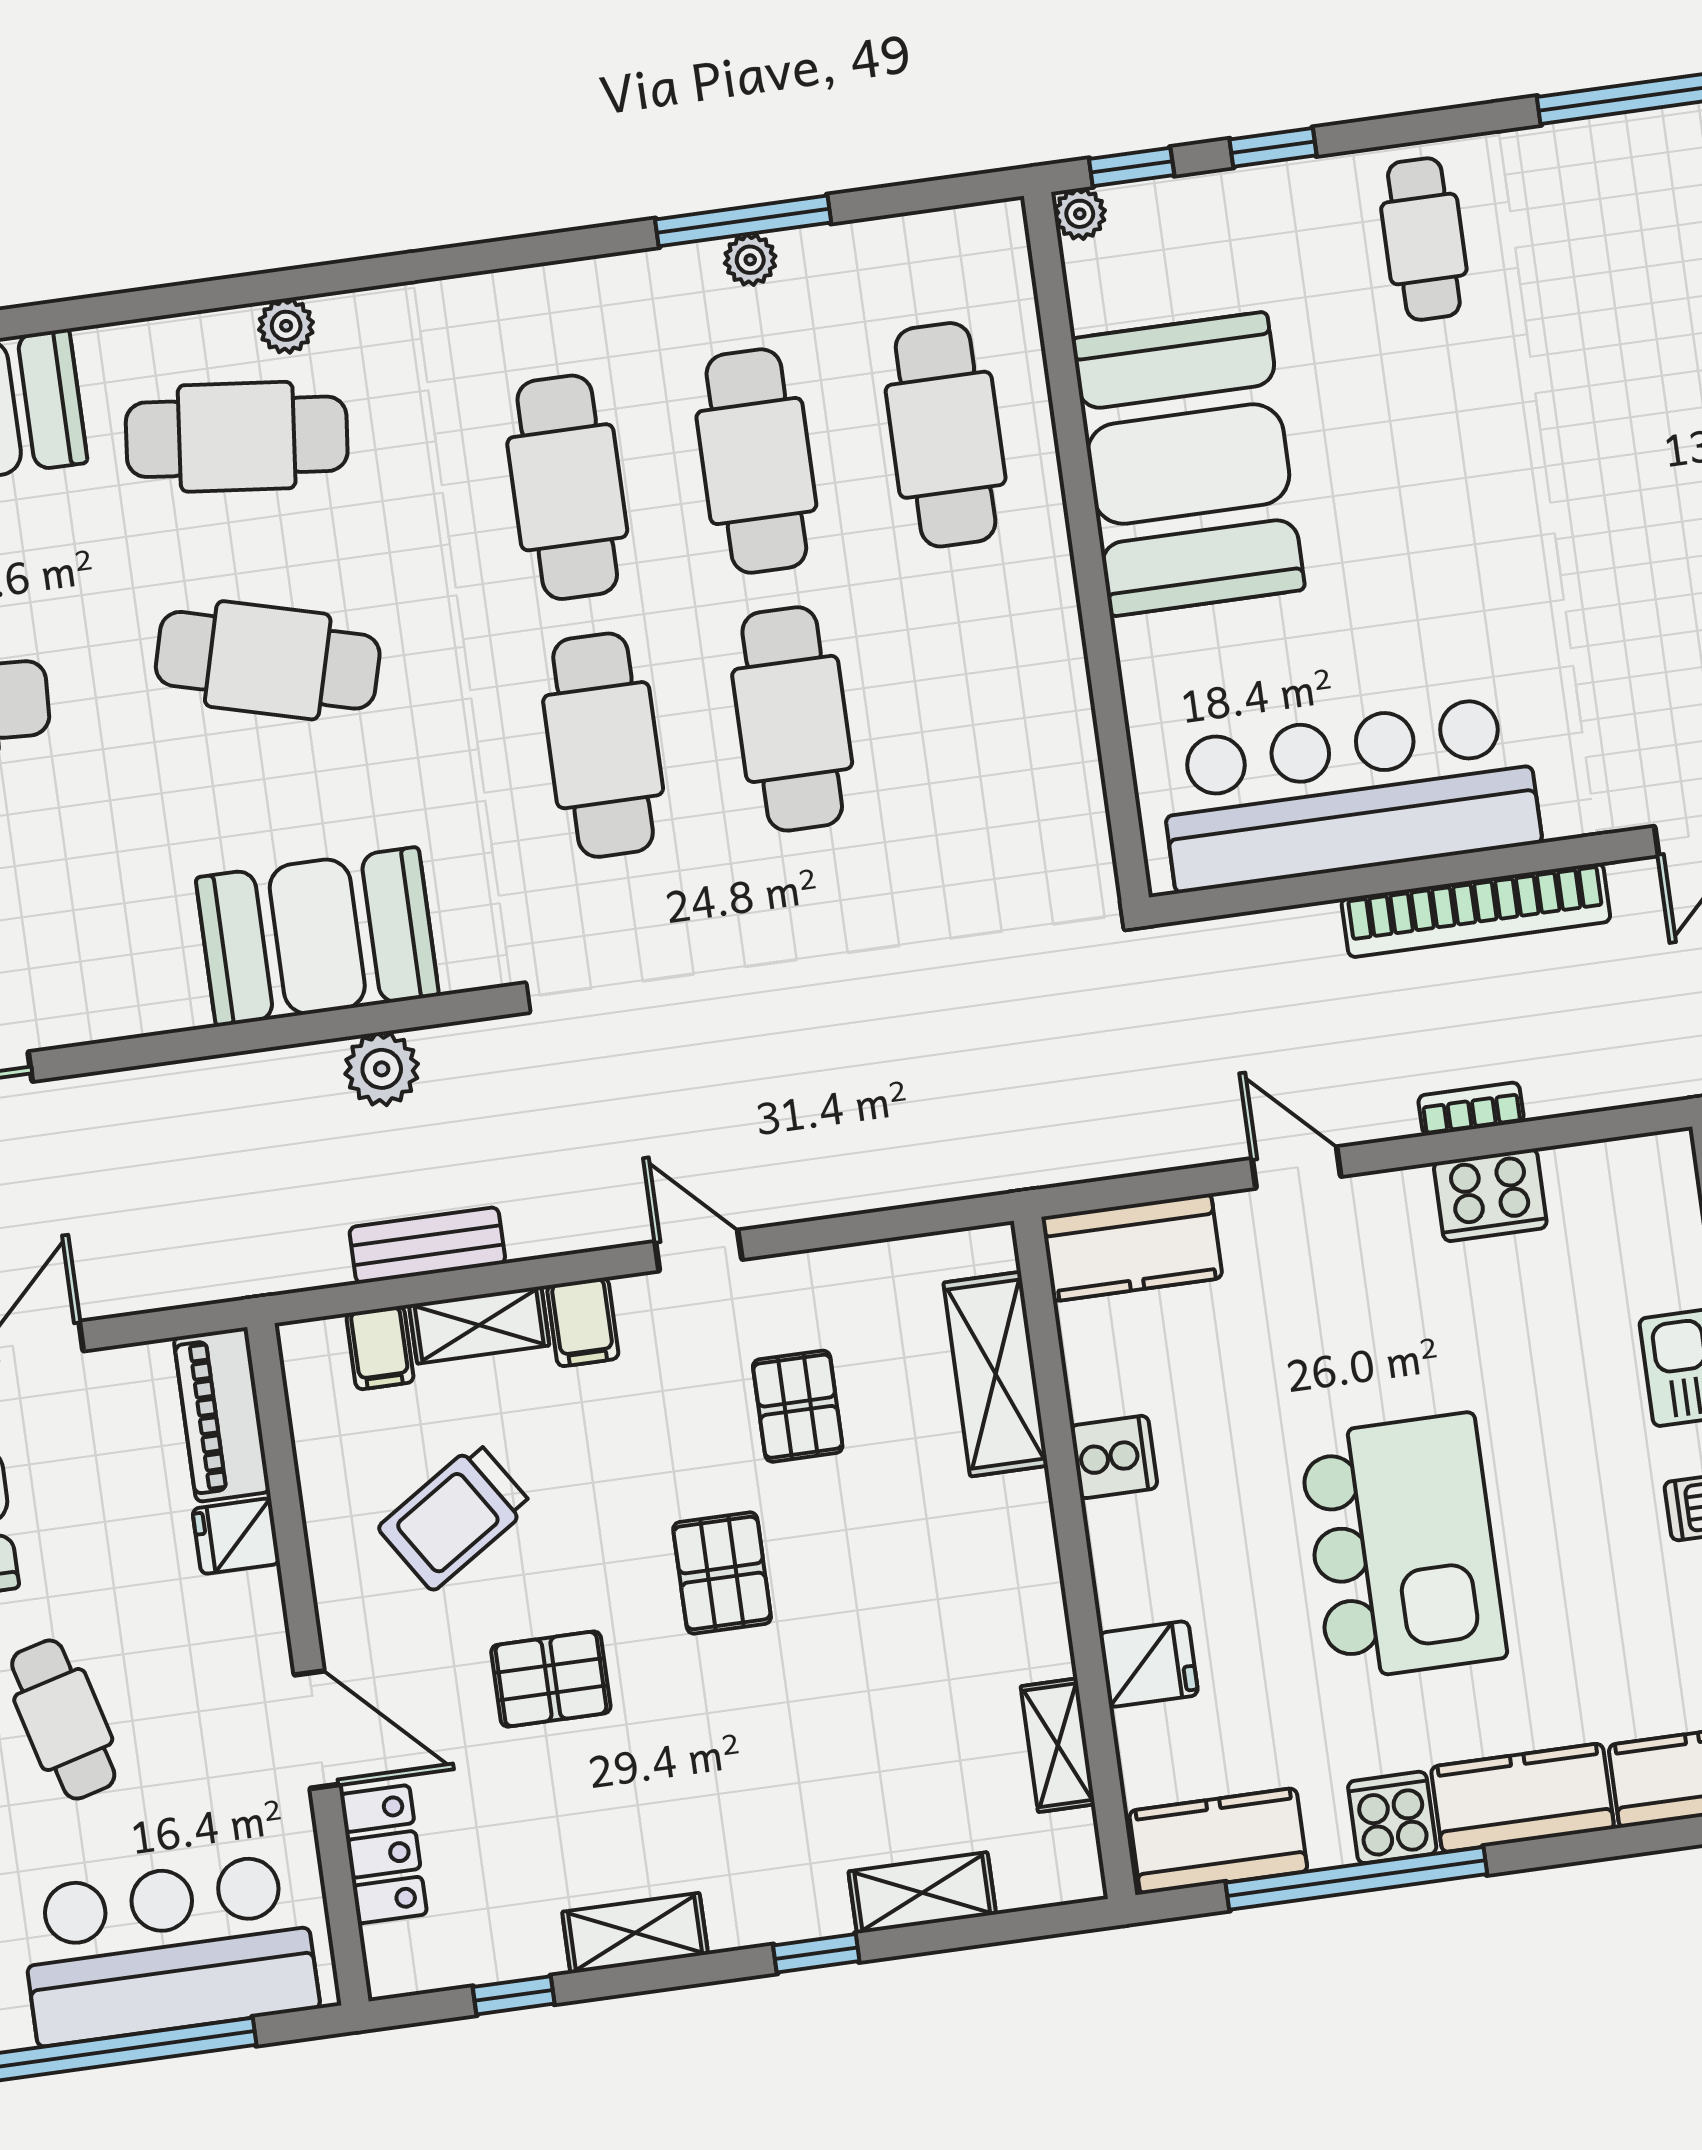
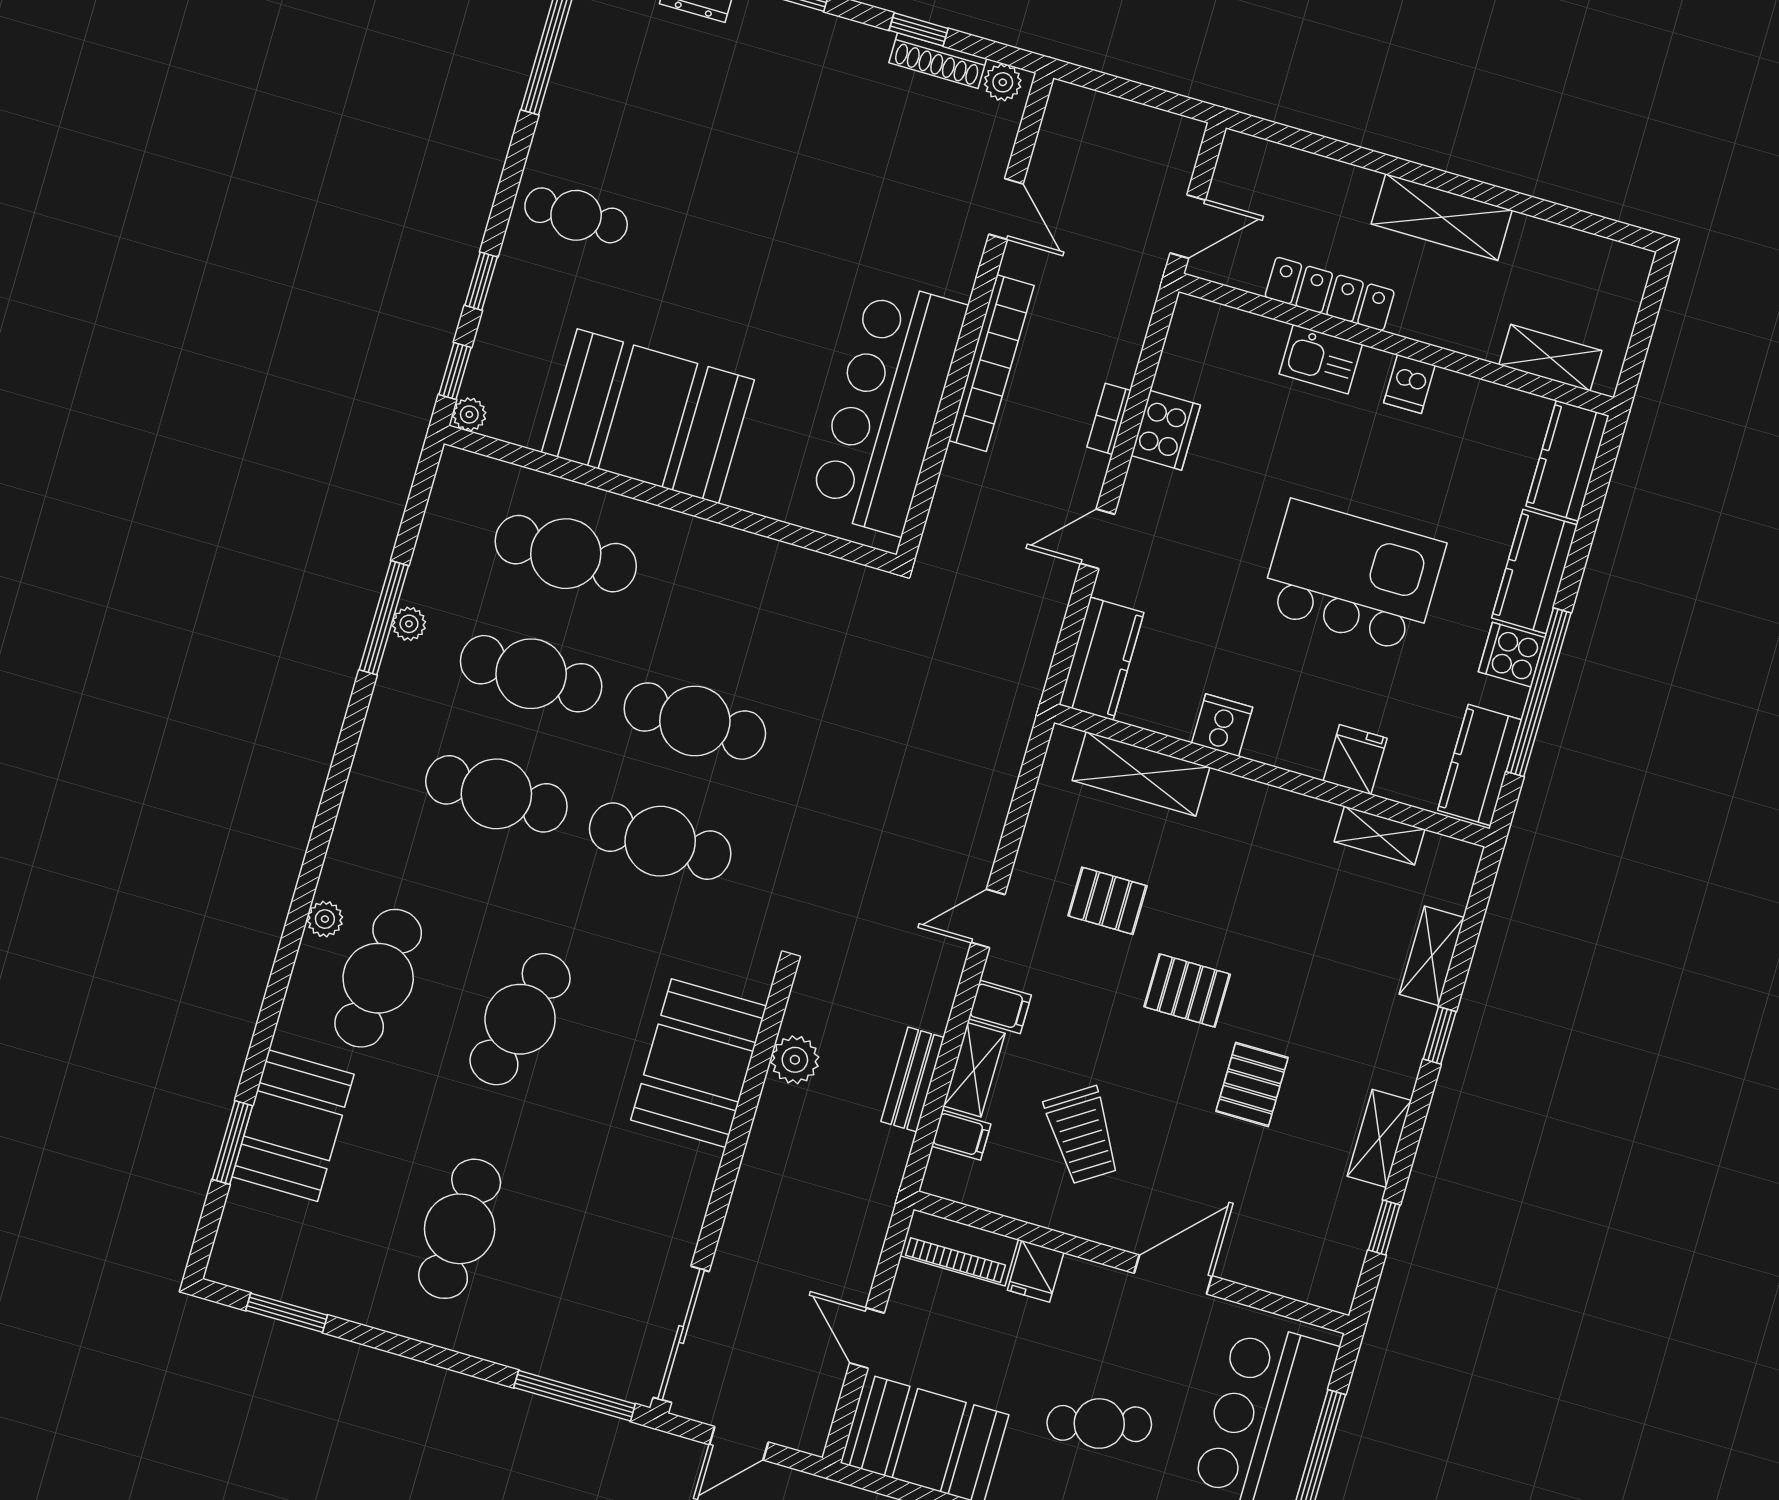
pallet: (551, 1679) -> (1252, 1084), moved
locker: (383, 1854) -> (1265, 1268), removed

